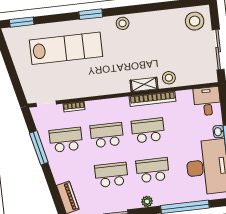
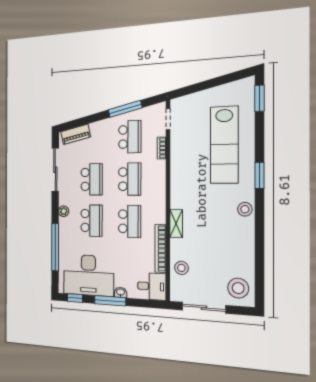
stool: (169, 78) -> (181, 268), moved
bookcase: (152, 99) -> (160, 248), moved

